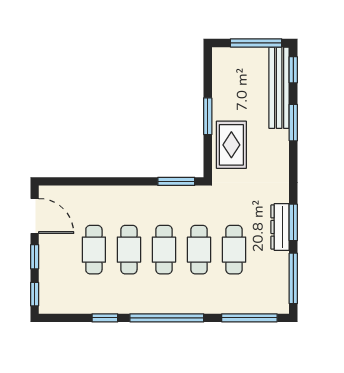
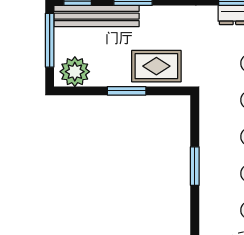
plant: (226, 67) -> (75, 72), added
window: (176, 181) -> (195, 166), moved

